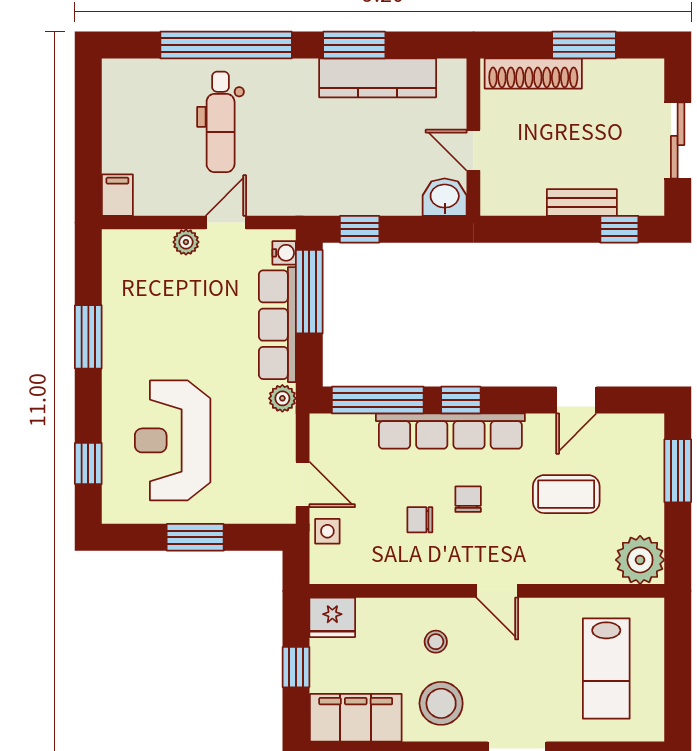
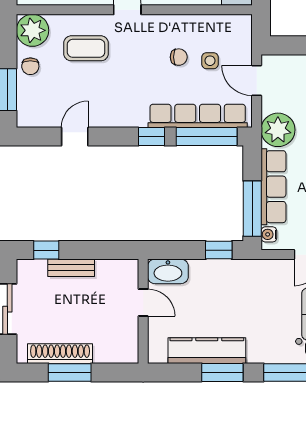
shoe rack: (533, 74) -> (60, 354), moved
washbasin: (445, 197) -> (168, 271), width x1.38
plant: (282, 398) -> (278, 130), width x1.88, depth x1.88
row of seats: (450, 431) -> (198, 116), moved
coffee table: (566, 494) -> (86, 48), moved
chair: (468, 499) -> (30, 66), moved
side table: (327, 531) -> (210, 61), moved

